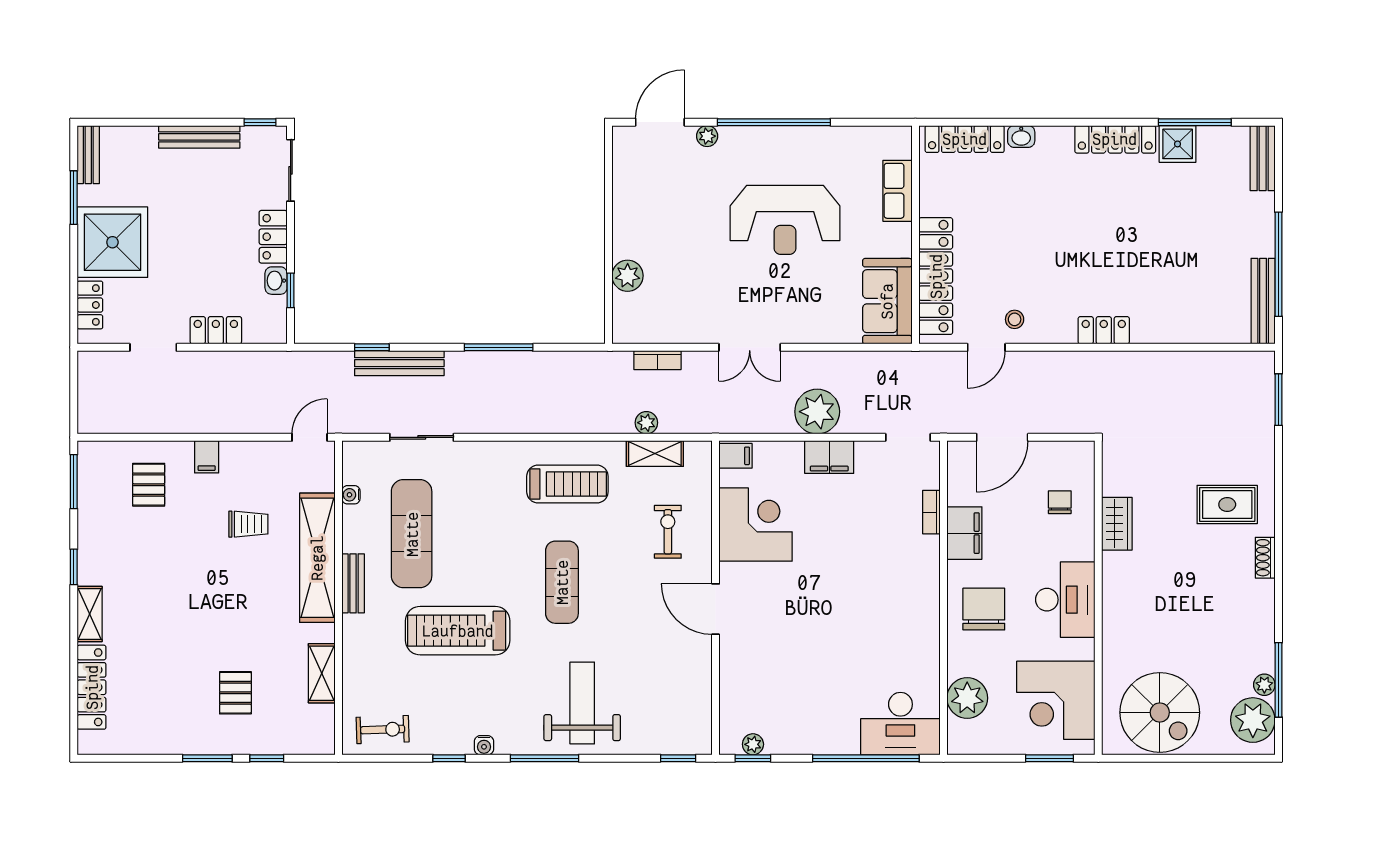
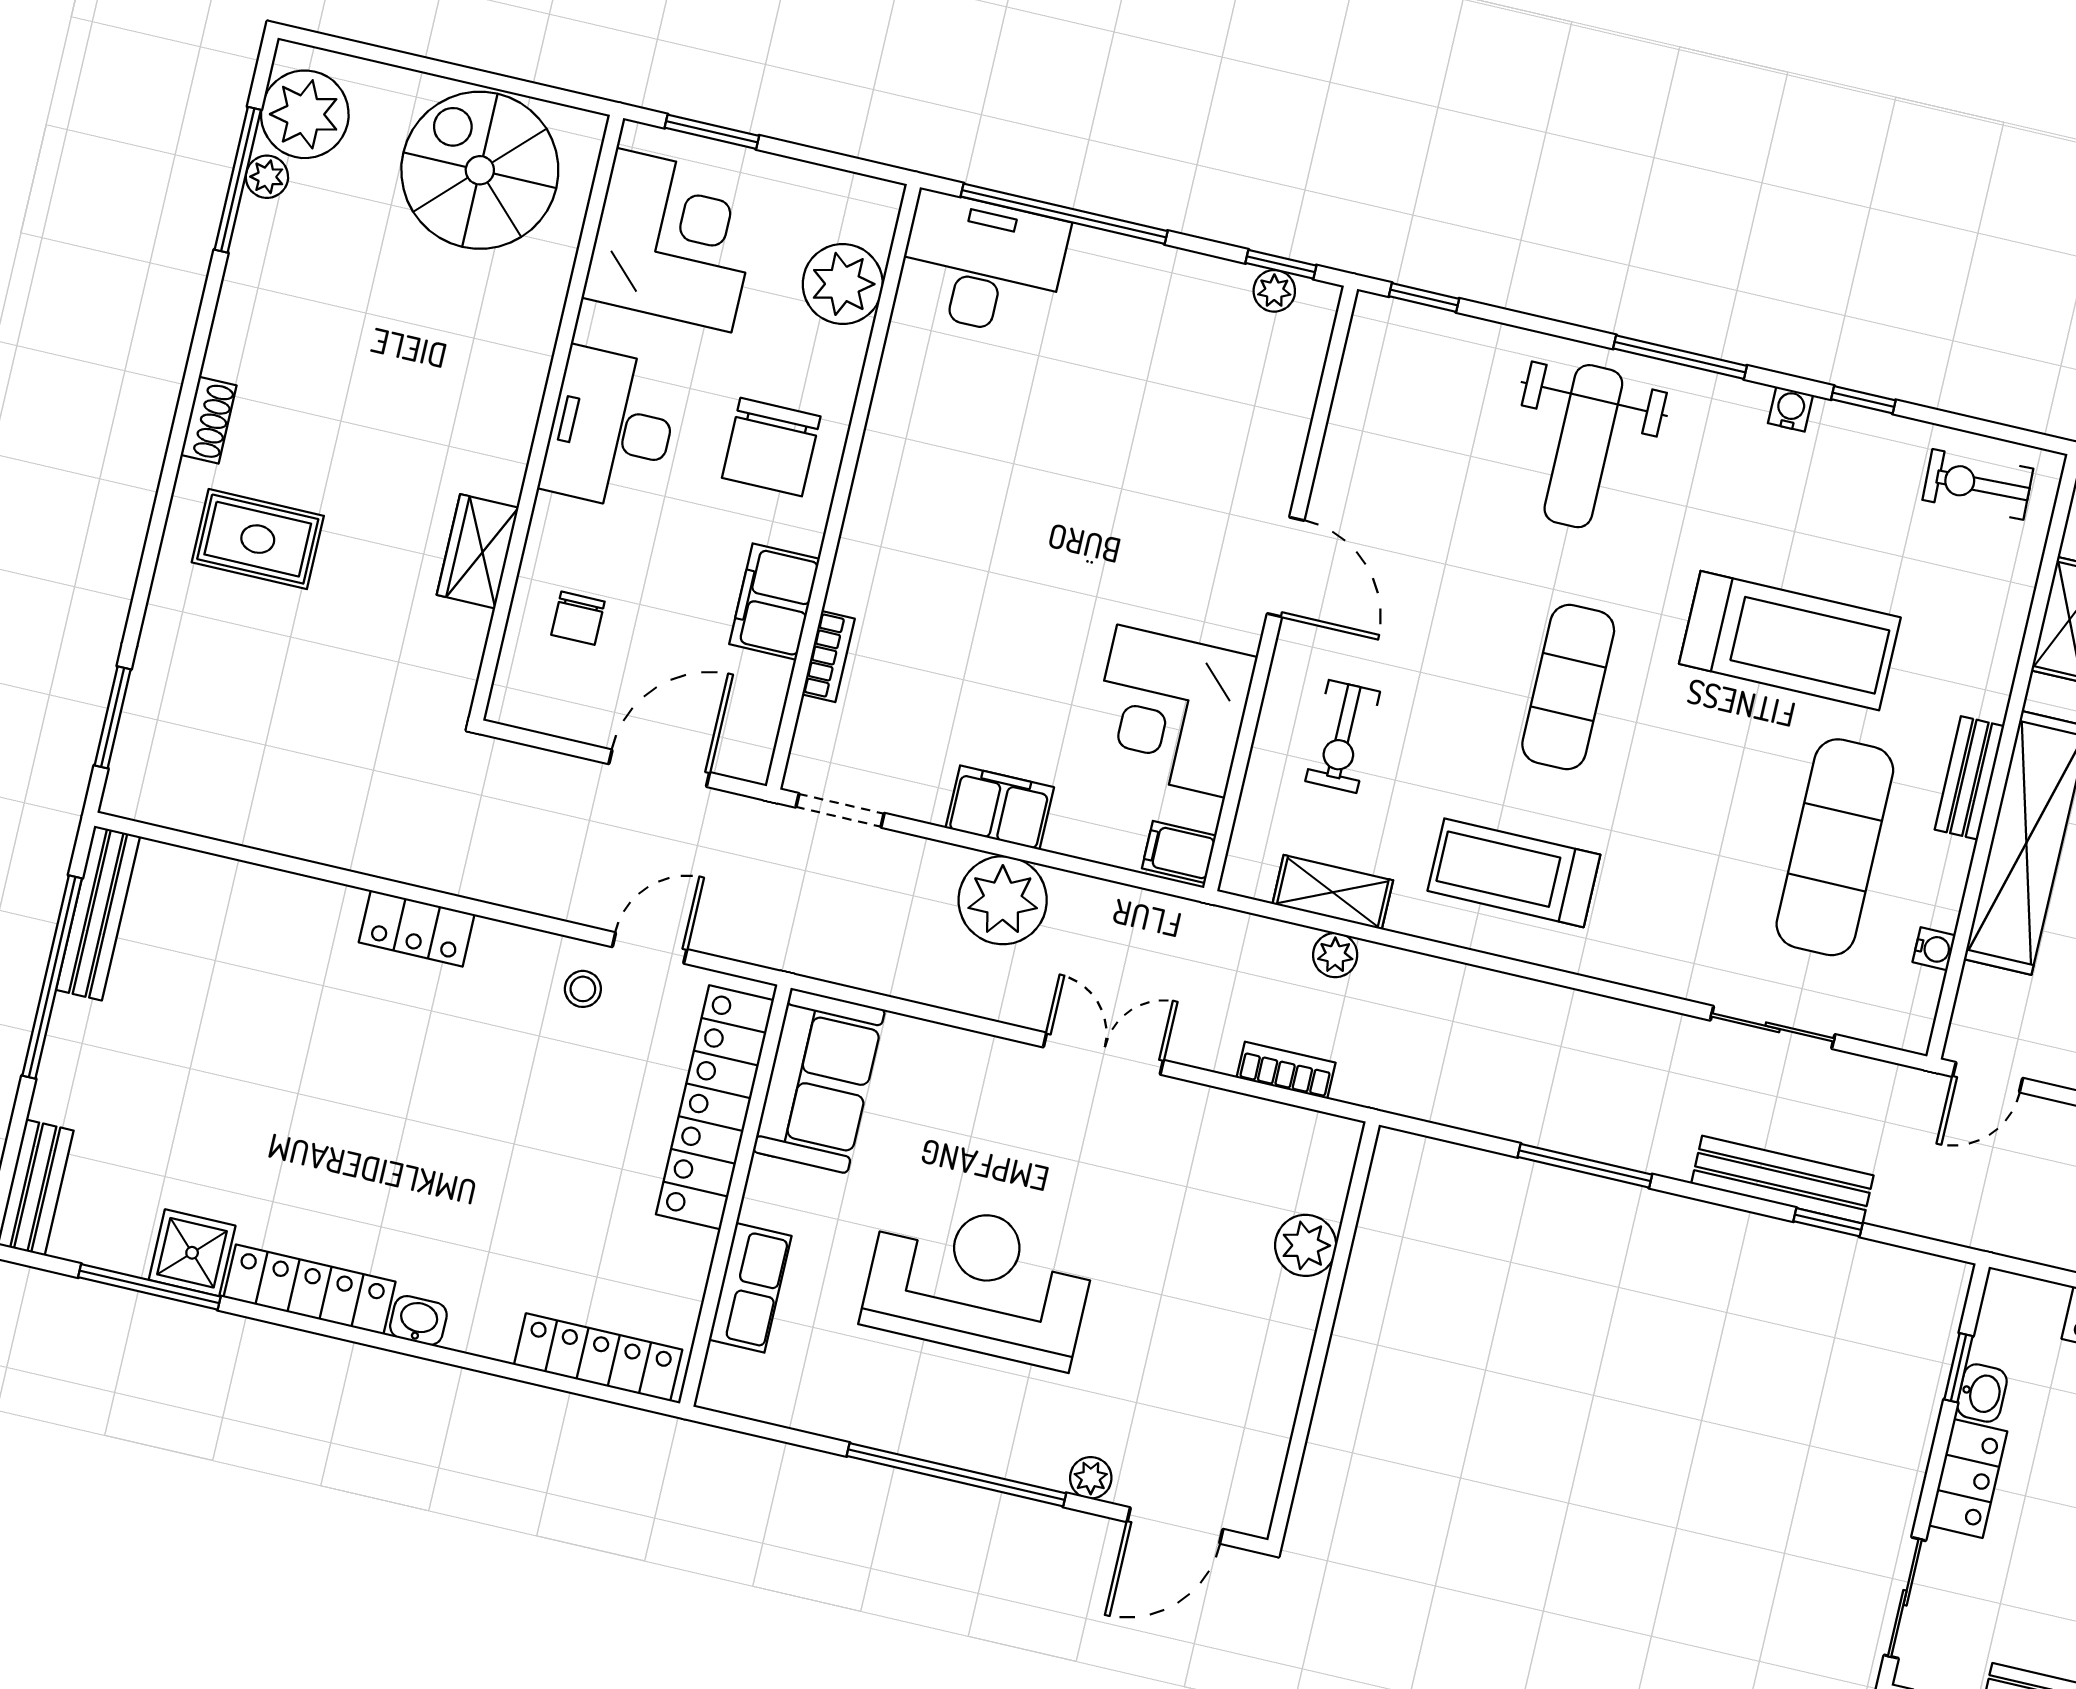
washbasin: (1021, 136) -> (418, 1321), moved

